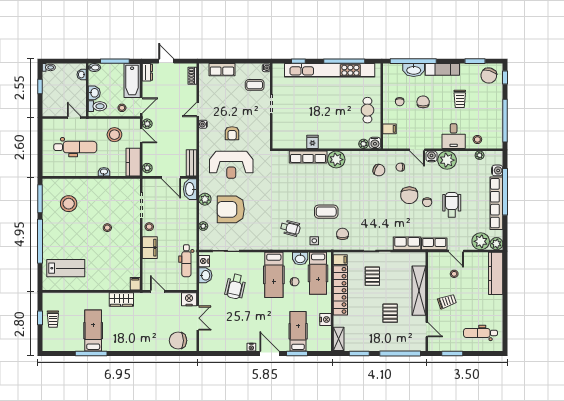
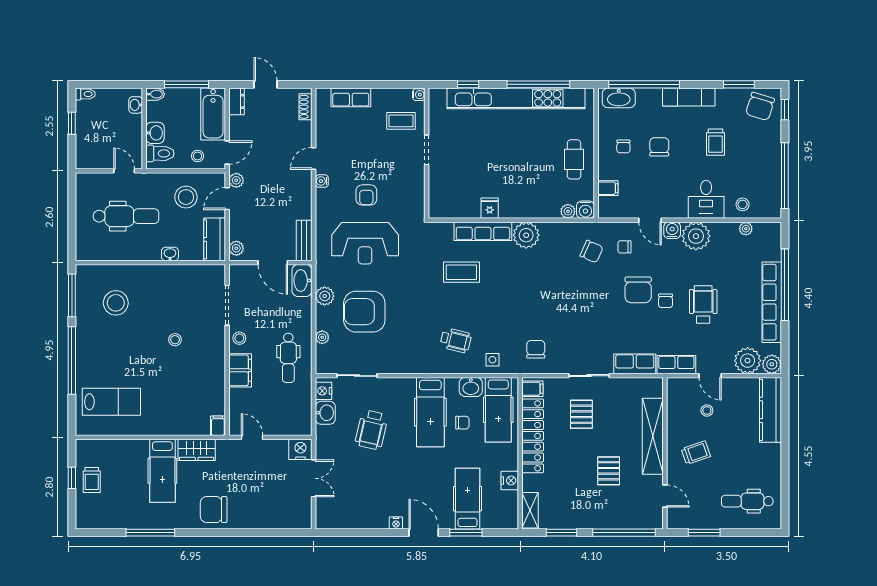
washbasin: (414, 70) -> (619, 98), moved
door: (141, 136) -> (227, 199), swing flipped
water cooler: (497, 170) -> (773, 252), removed
coffee table: (326, 212) -> (461, 272), moved
dental chair: (186, 261) -> (288, 358), moved
hospital bed: (93, 331) -> (162, 471), moved, turned 180
chair: (178, 341) -> (214, 510), moved

